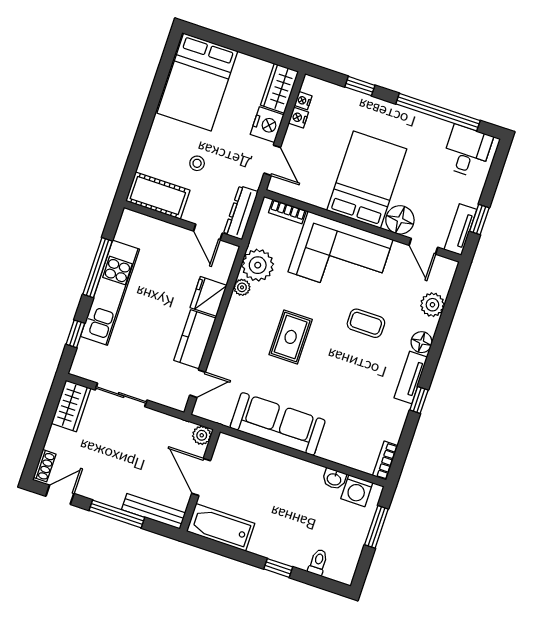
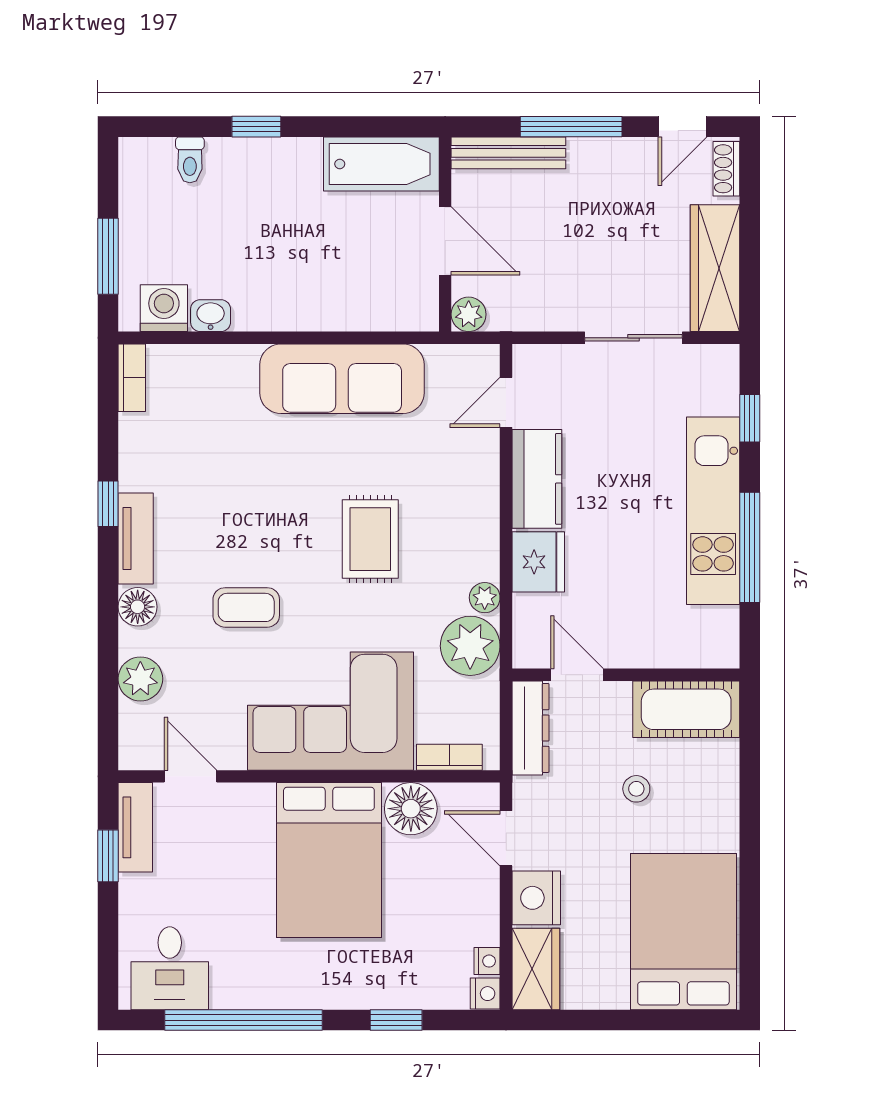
nightstand: (298, 118) -> (485, 994), moved
floor lamp: (400, 220) -> (411, 809), moved
wardrobe: (71, 406) -> (715, 268), width x1.50

